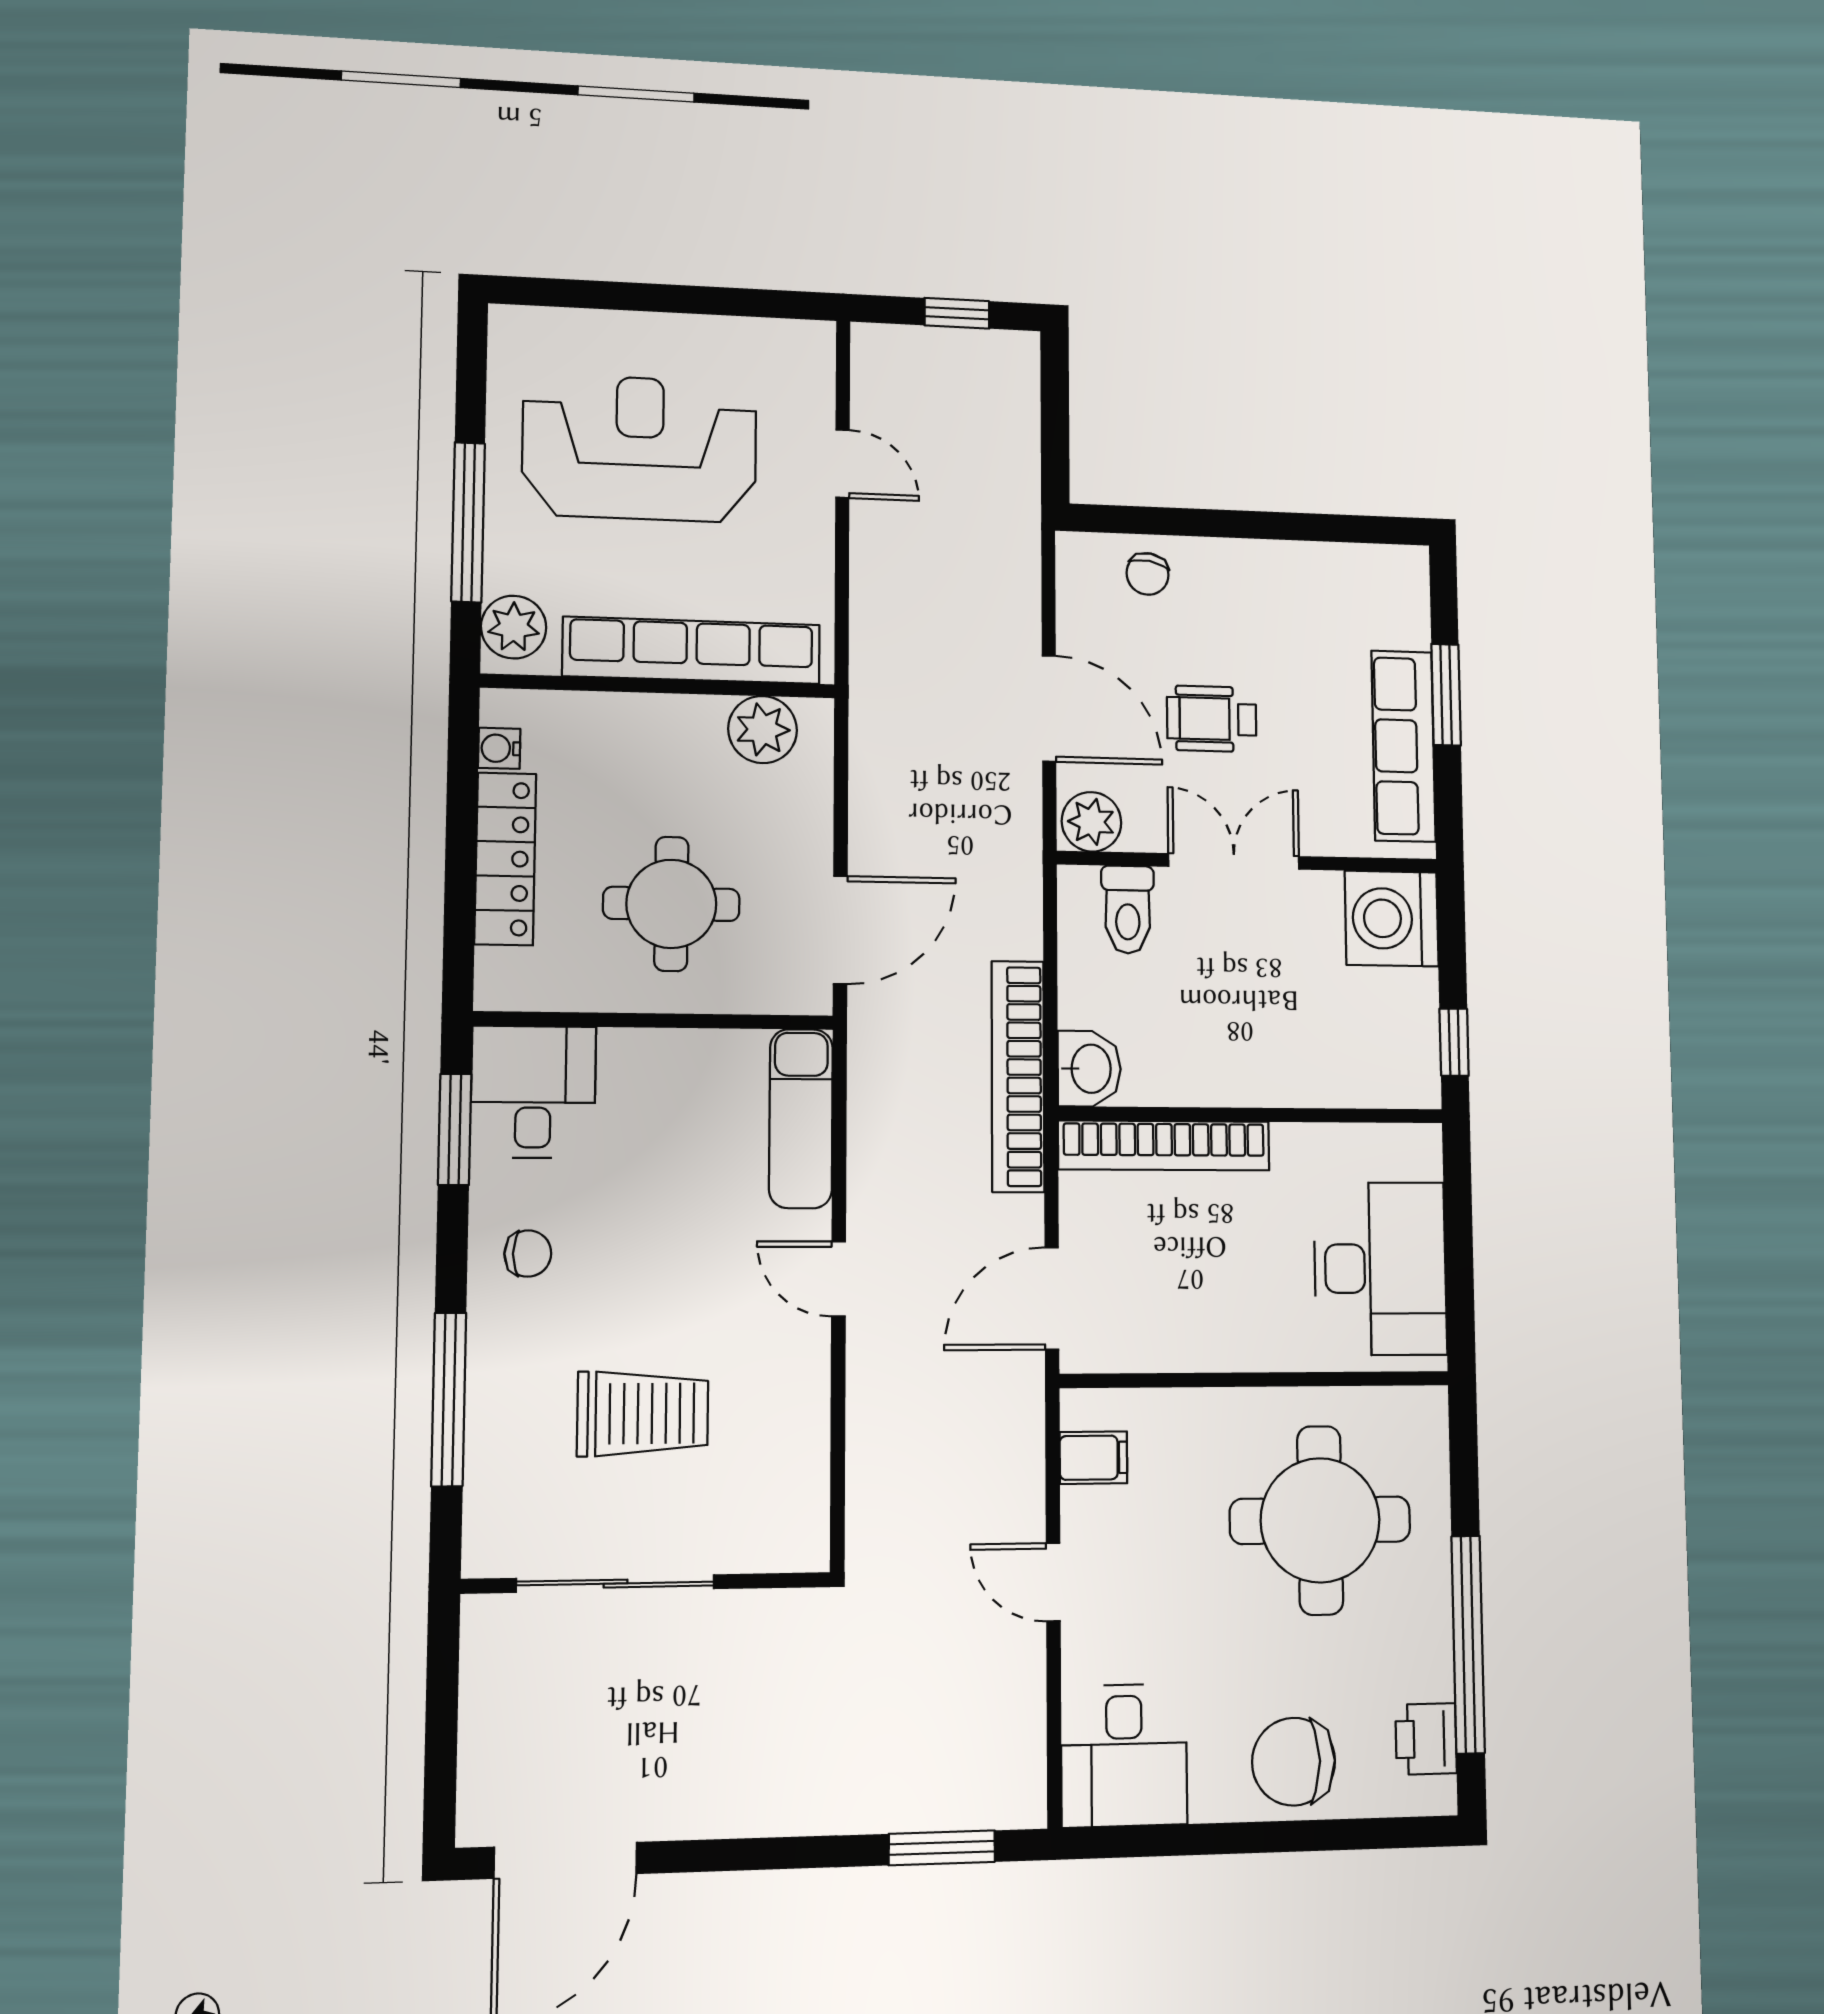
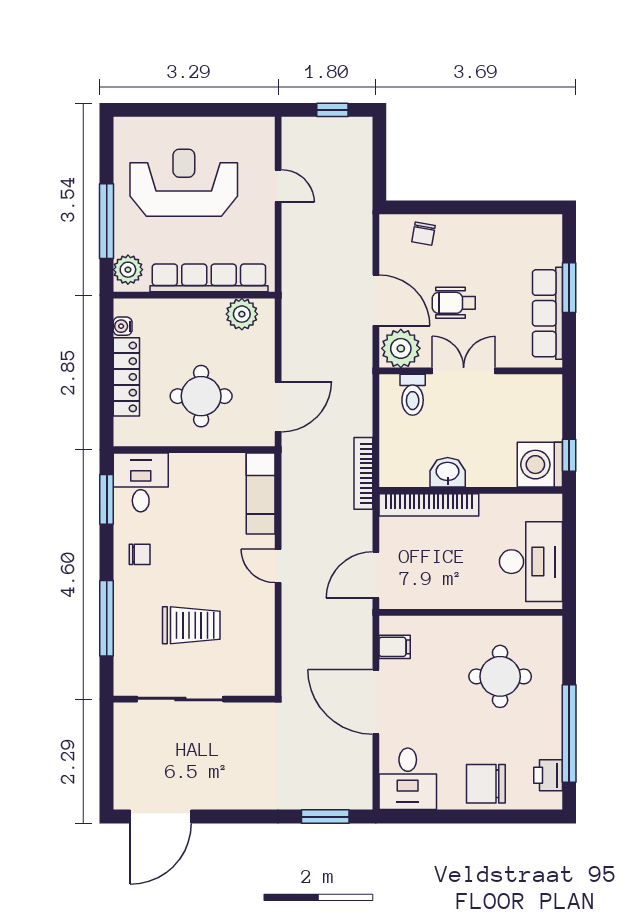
plant: (1091, 822) -> (401, 348), width x1.36, depth x1.36
washing machine: (1392, 919) -> (540, 465), moved
washbasin: (1089, 1069) -> (448, 472), moved, turned -90
bookcase: (1018, 1076) -> (363, 473), width x0.68, depth x0.76
round table: (1320, 1520) -> (500, 676), width x0.73, depth x0.73
door: (1053, 1582) -> (376, 702), width x1.88

